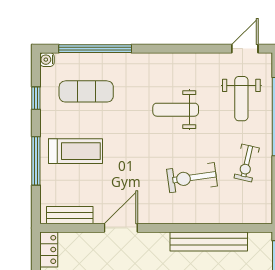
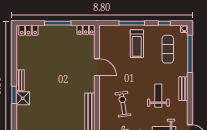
bench: (70, 215) -> (183, 89), moved

